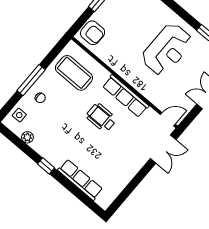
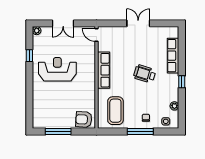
armchair: (93, 33) -> (84, 119), turned -87
wheelchair: (101, 118) -> (145, 74), moved, turned 107
double door: (163, 149) -> (138, 23), moved

